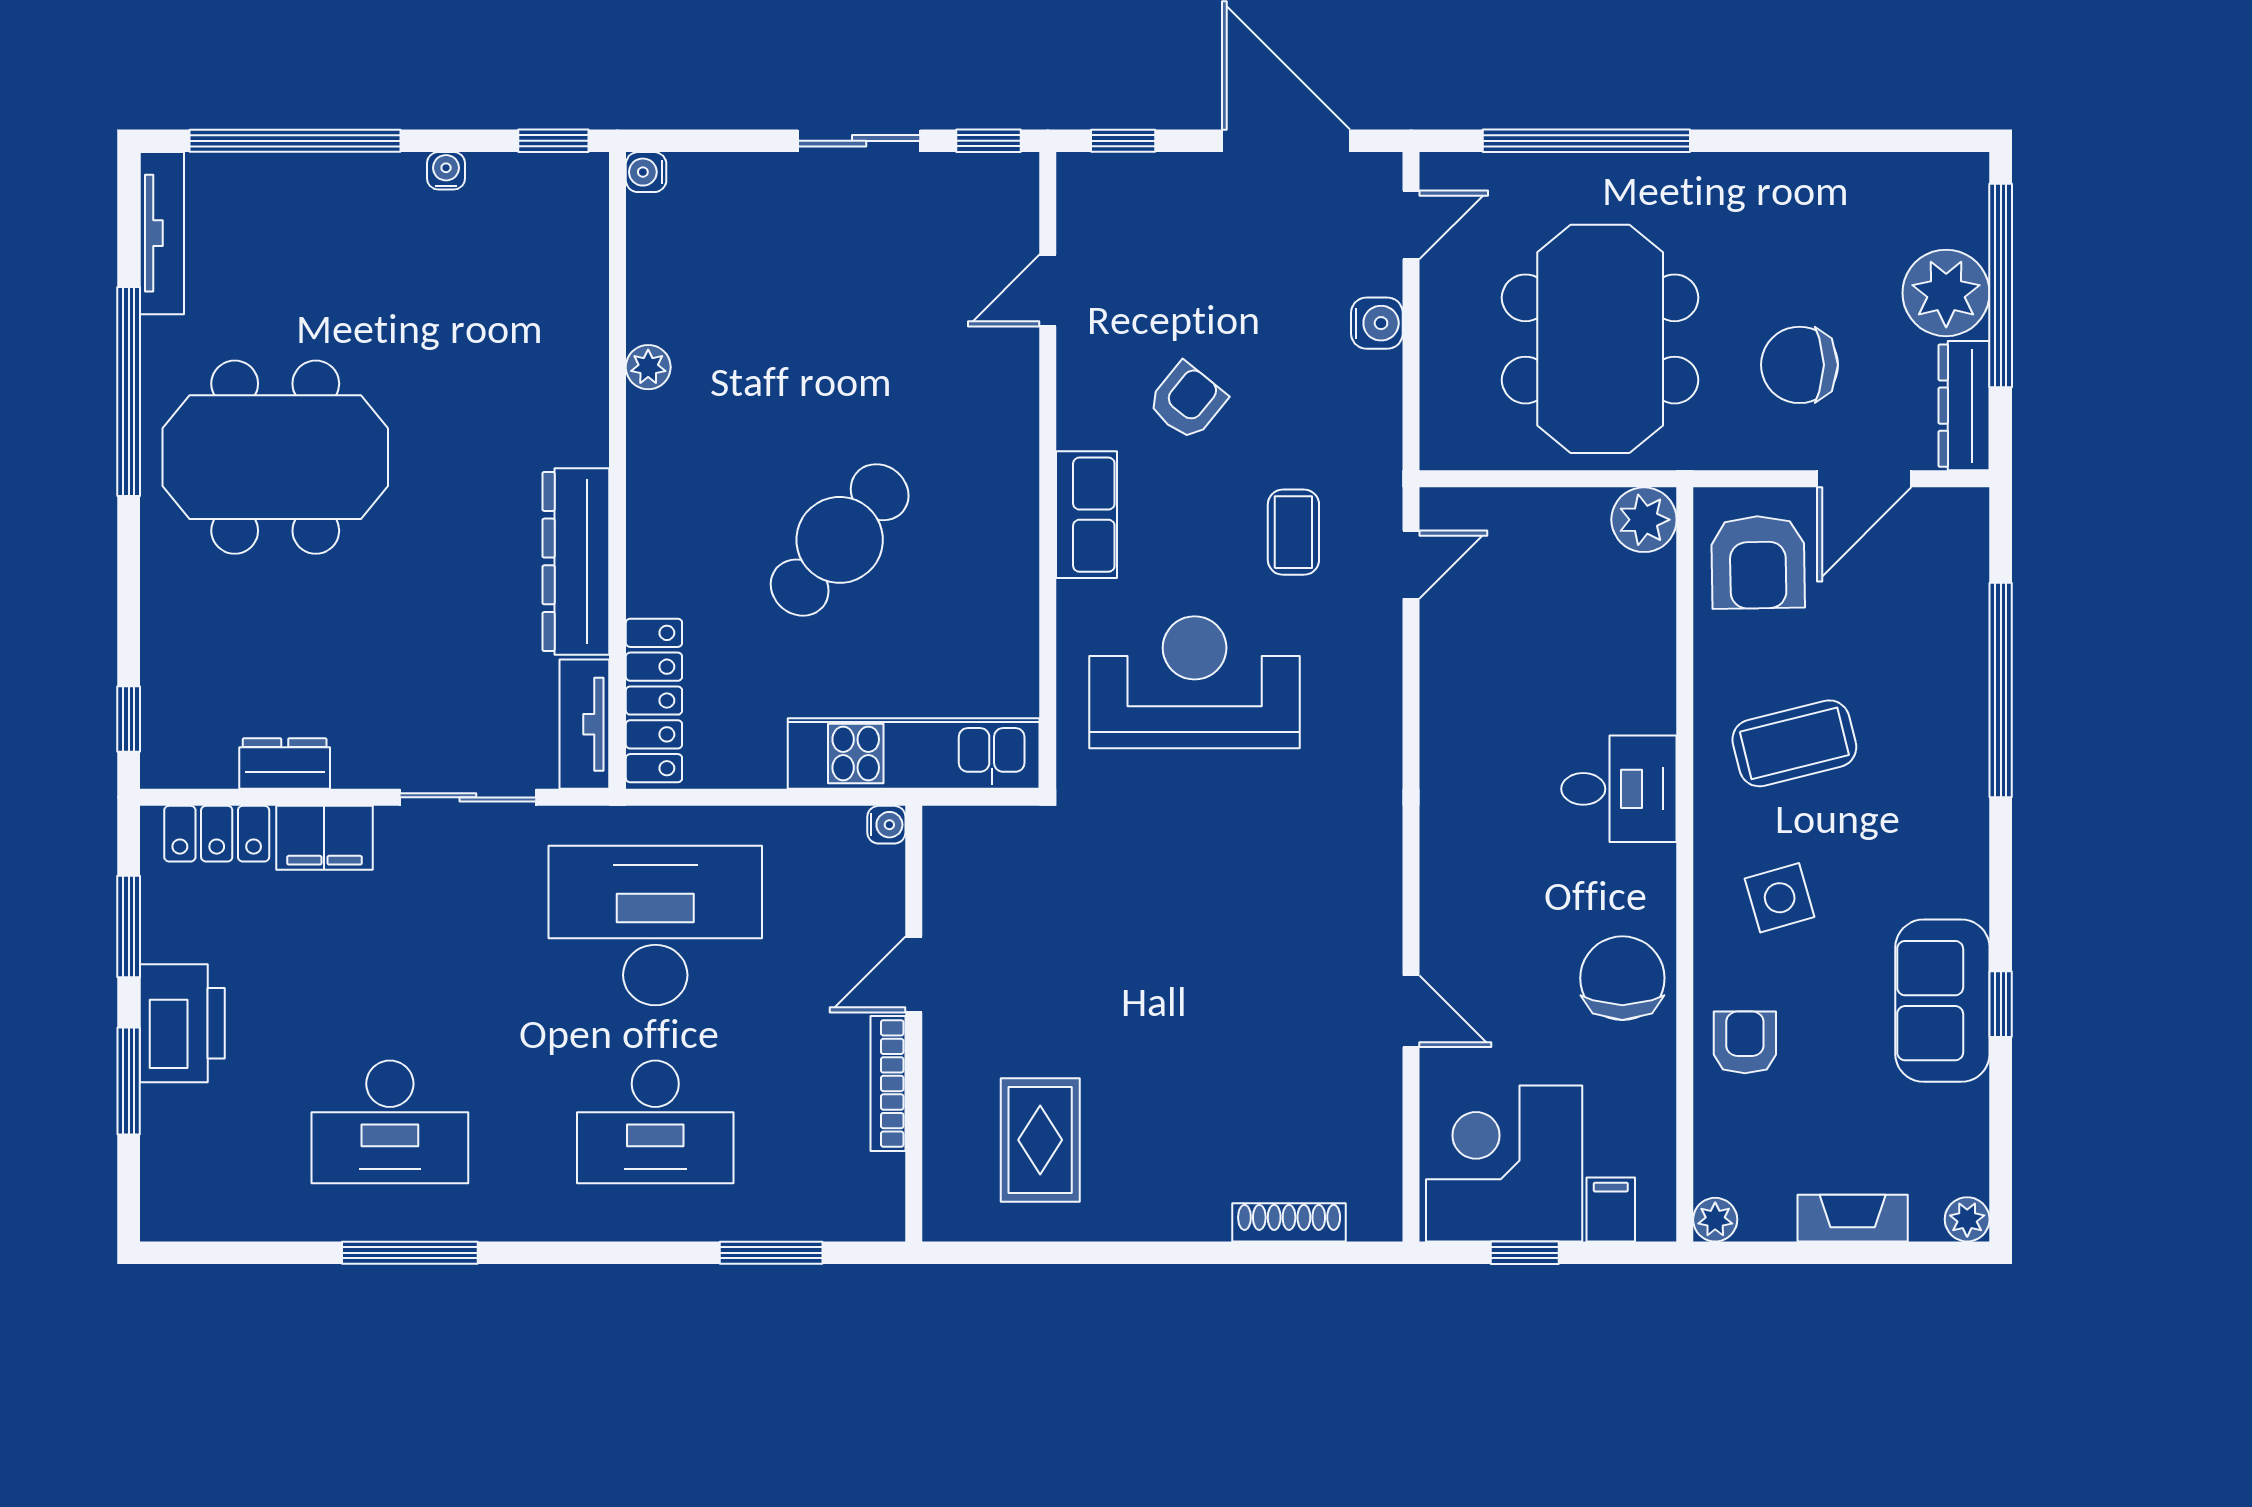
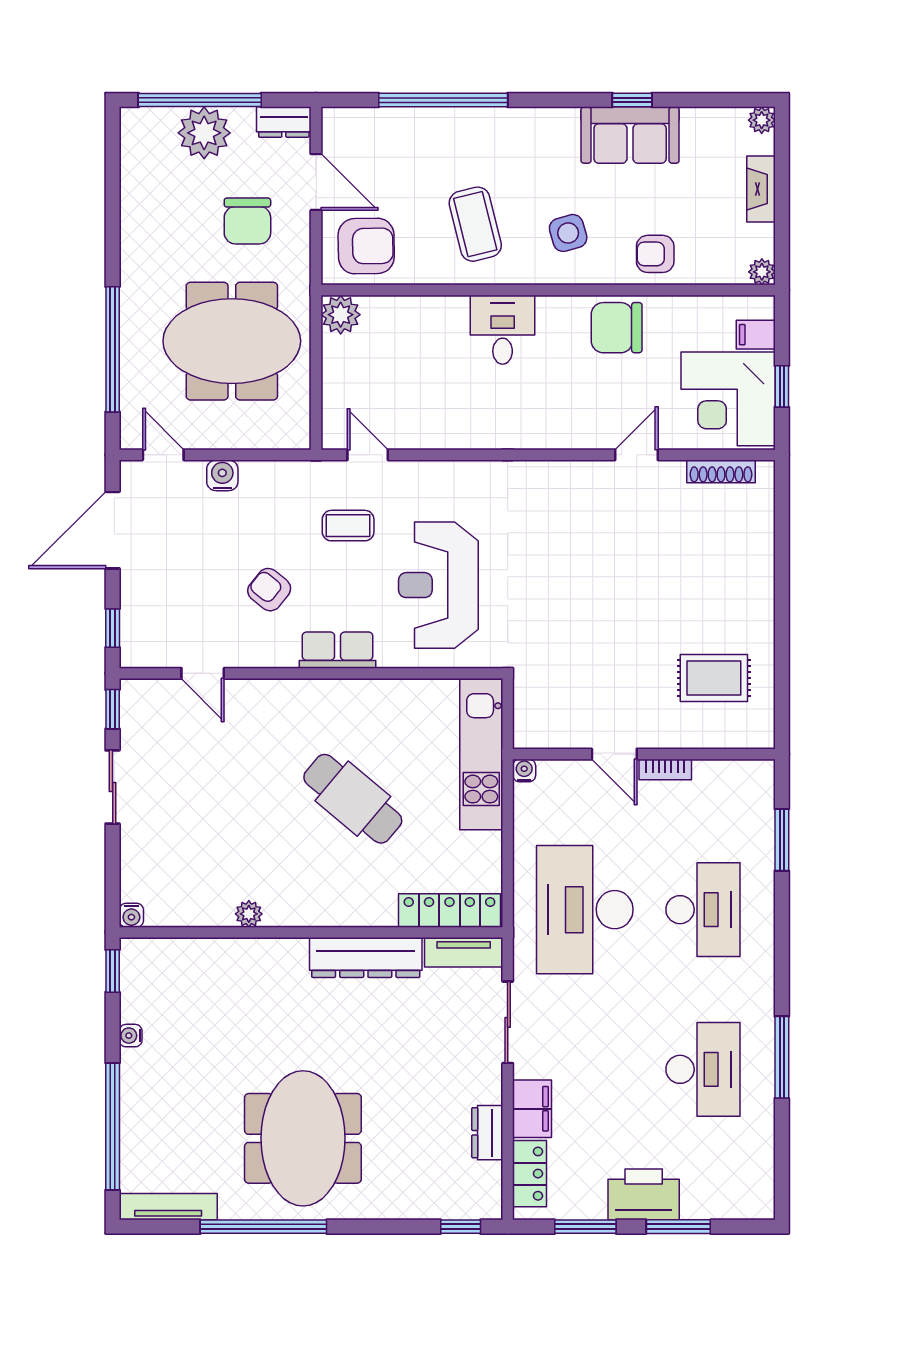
dresser: (1964, 406) -> (284, 122), width x0.70
bookcase: (888, 1083) -> (665, 770), width x0.64
shoe rack: (1289, 1222) -> (721, 471), moved, turned -90

